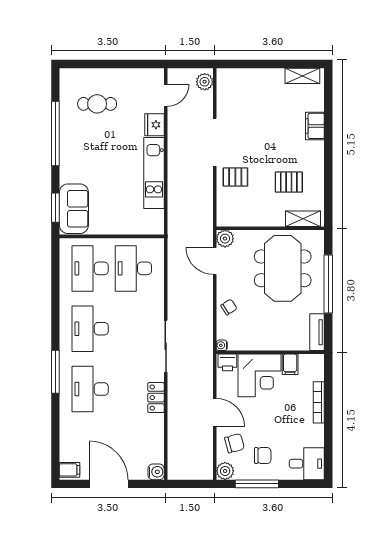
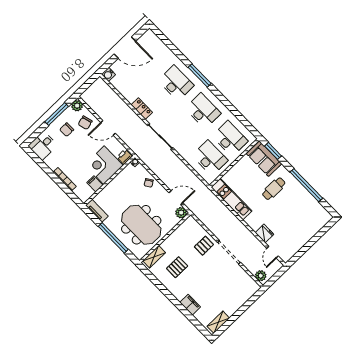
cafe table: (97, 104) -> (274, 189), moved
kitchen unit: (154, 173) -> (232, 199), moved
filing cabinet: (70, 470) -> (149, 37), removed

